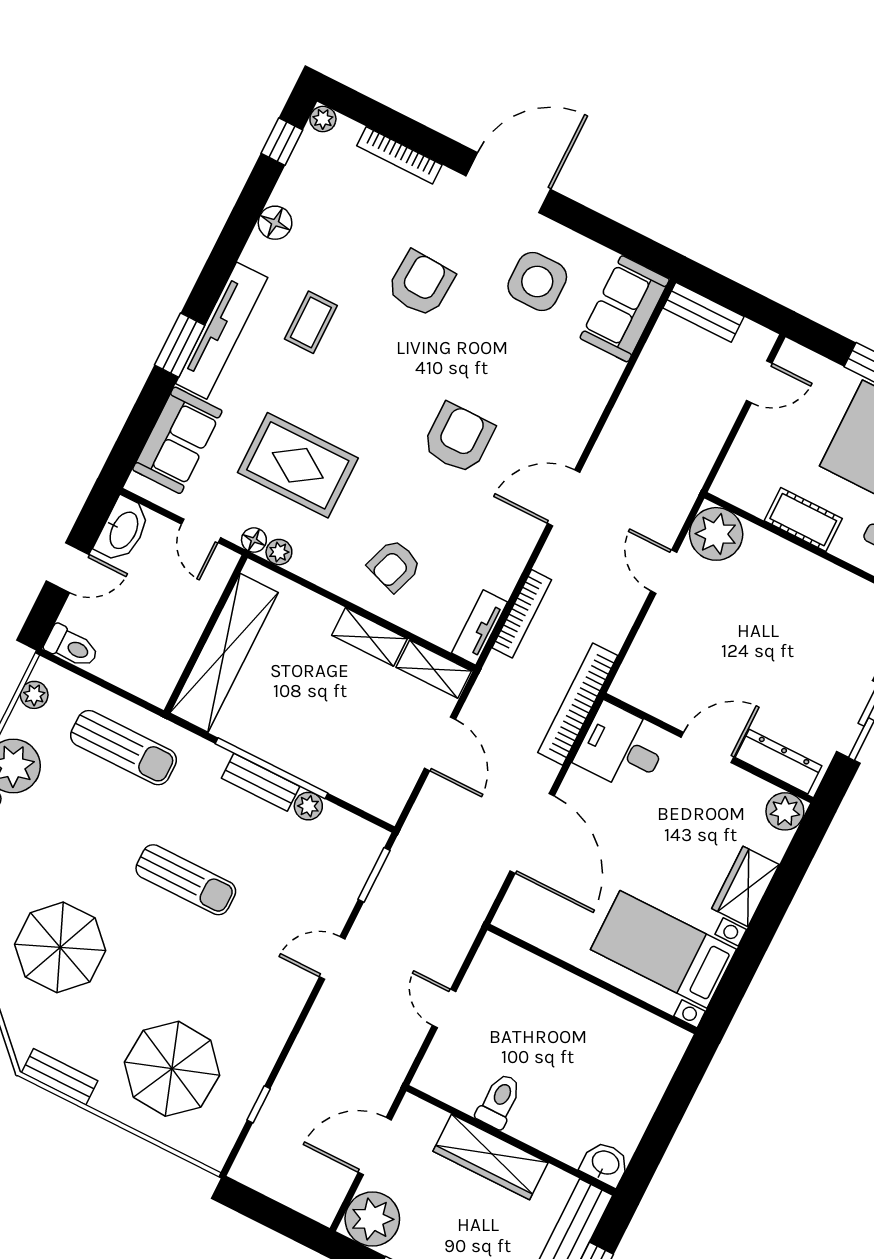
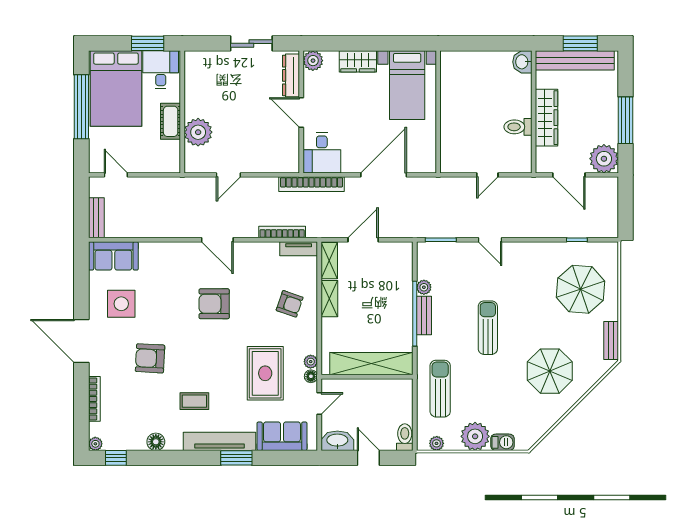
plant: (716, 534) -> (198, 132), moved

